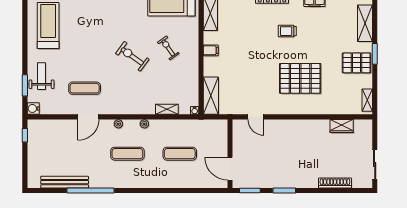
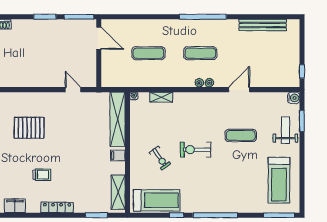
exercise bike: (132, 56) -> (196, 150), turned 144
weight bench: (42, 76) -> (285, 130), turned 180
pallet: (300, 78) -> (29, 128), width x0.73, depth x0.71
exercise mat: (85, 88) -> (241, 135), moved
shelving: (211, 96) -> (118, 119), width x1.47
plant: (144, 124) -> (199, 83), moved
window: (91, 190) -> (203, 17), moved
window: (250, 190) -> (79, 17), width x1.44

